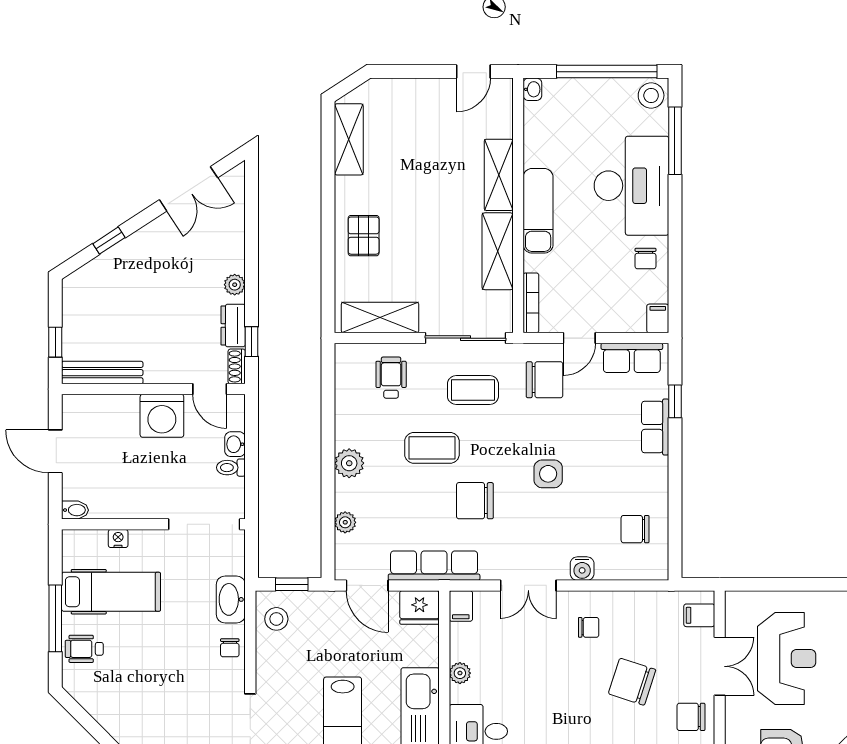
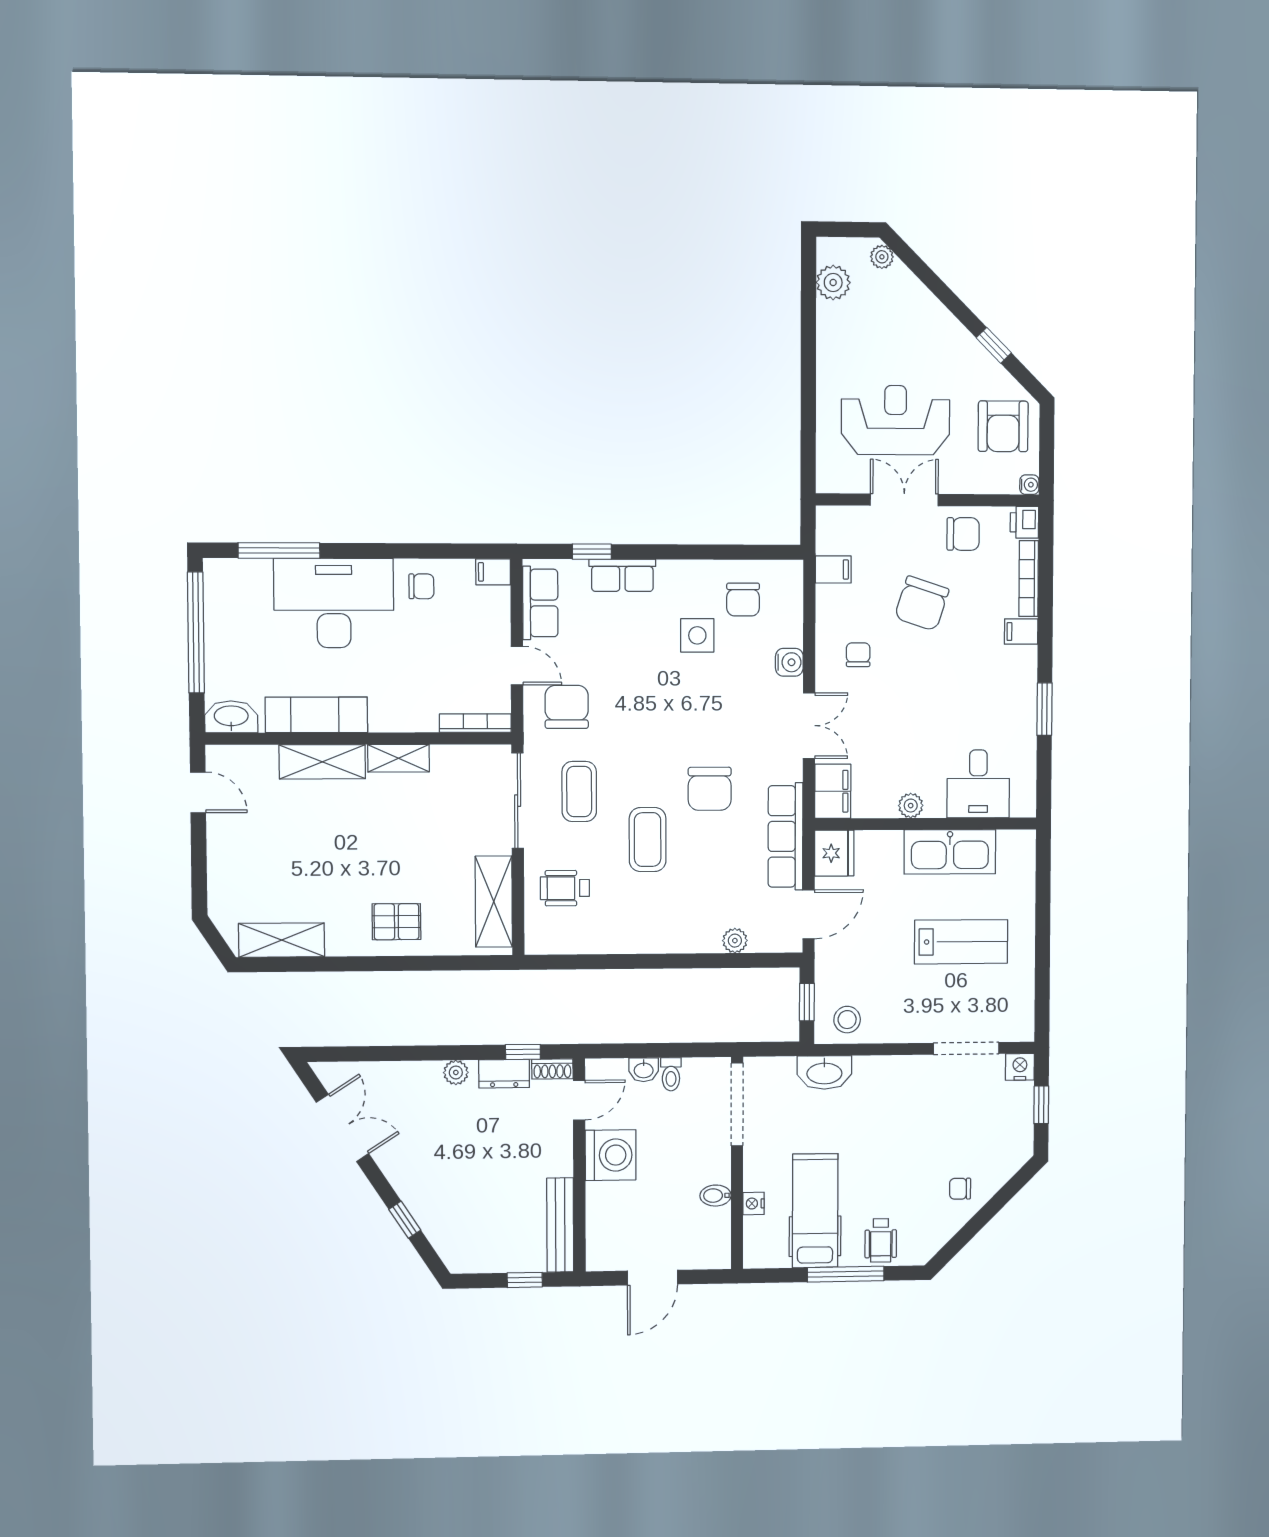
washbasin: (532, 89) -> (231, 717), width x1.91, depth x1.45
stool: (651, 95) -> (224, 579), removed
exam couch: (538, 211) -> (316, 715), moved
shelving: (498, 251) -> (399, 758), width x0.67, depth x0.75
plant: (349, 463) -> (666, 936), removed
side table: (548, 474) -> (697, 635), moved
bidet: (75, 510) -> (716, 1196), moved, turned -90
filing cabinet: (461, 606) -> (833, 791), width x2.00
filing cabinet: (699, 615) -> (833, 569), moved, turned -90
chair: (230, 648) -> (960, 1189), moved, turned 180
chair: (691, 717) -> (963, 534), turned -90

